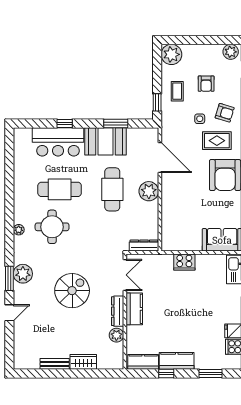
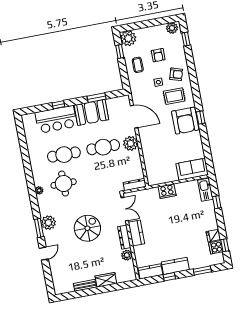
window: (157, 102) -> (120, 52), moved
cafe table: (112, 189) -> (103, 147), turned 90

